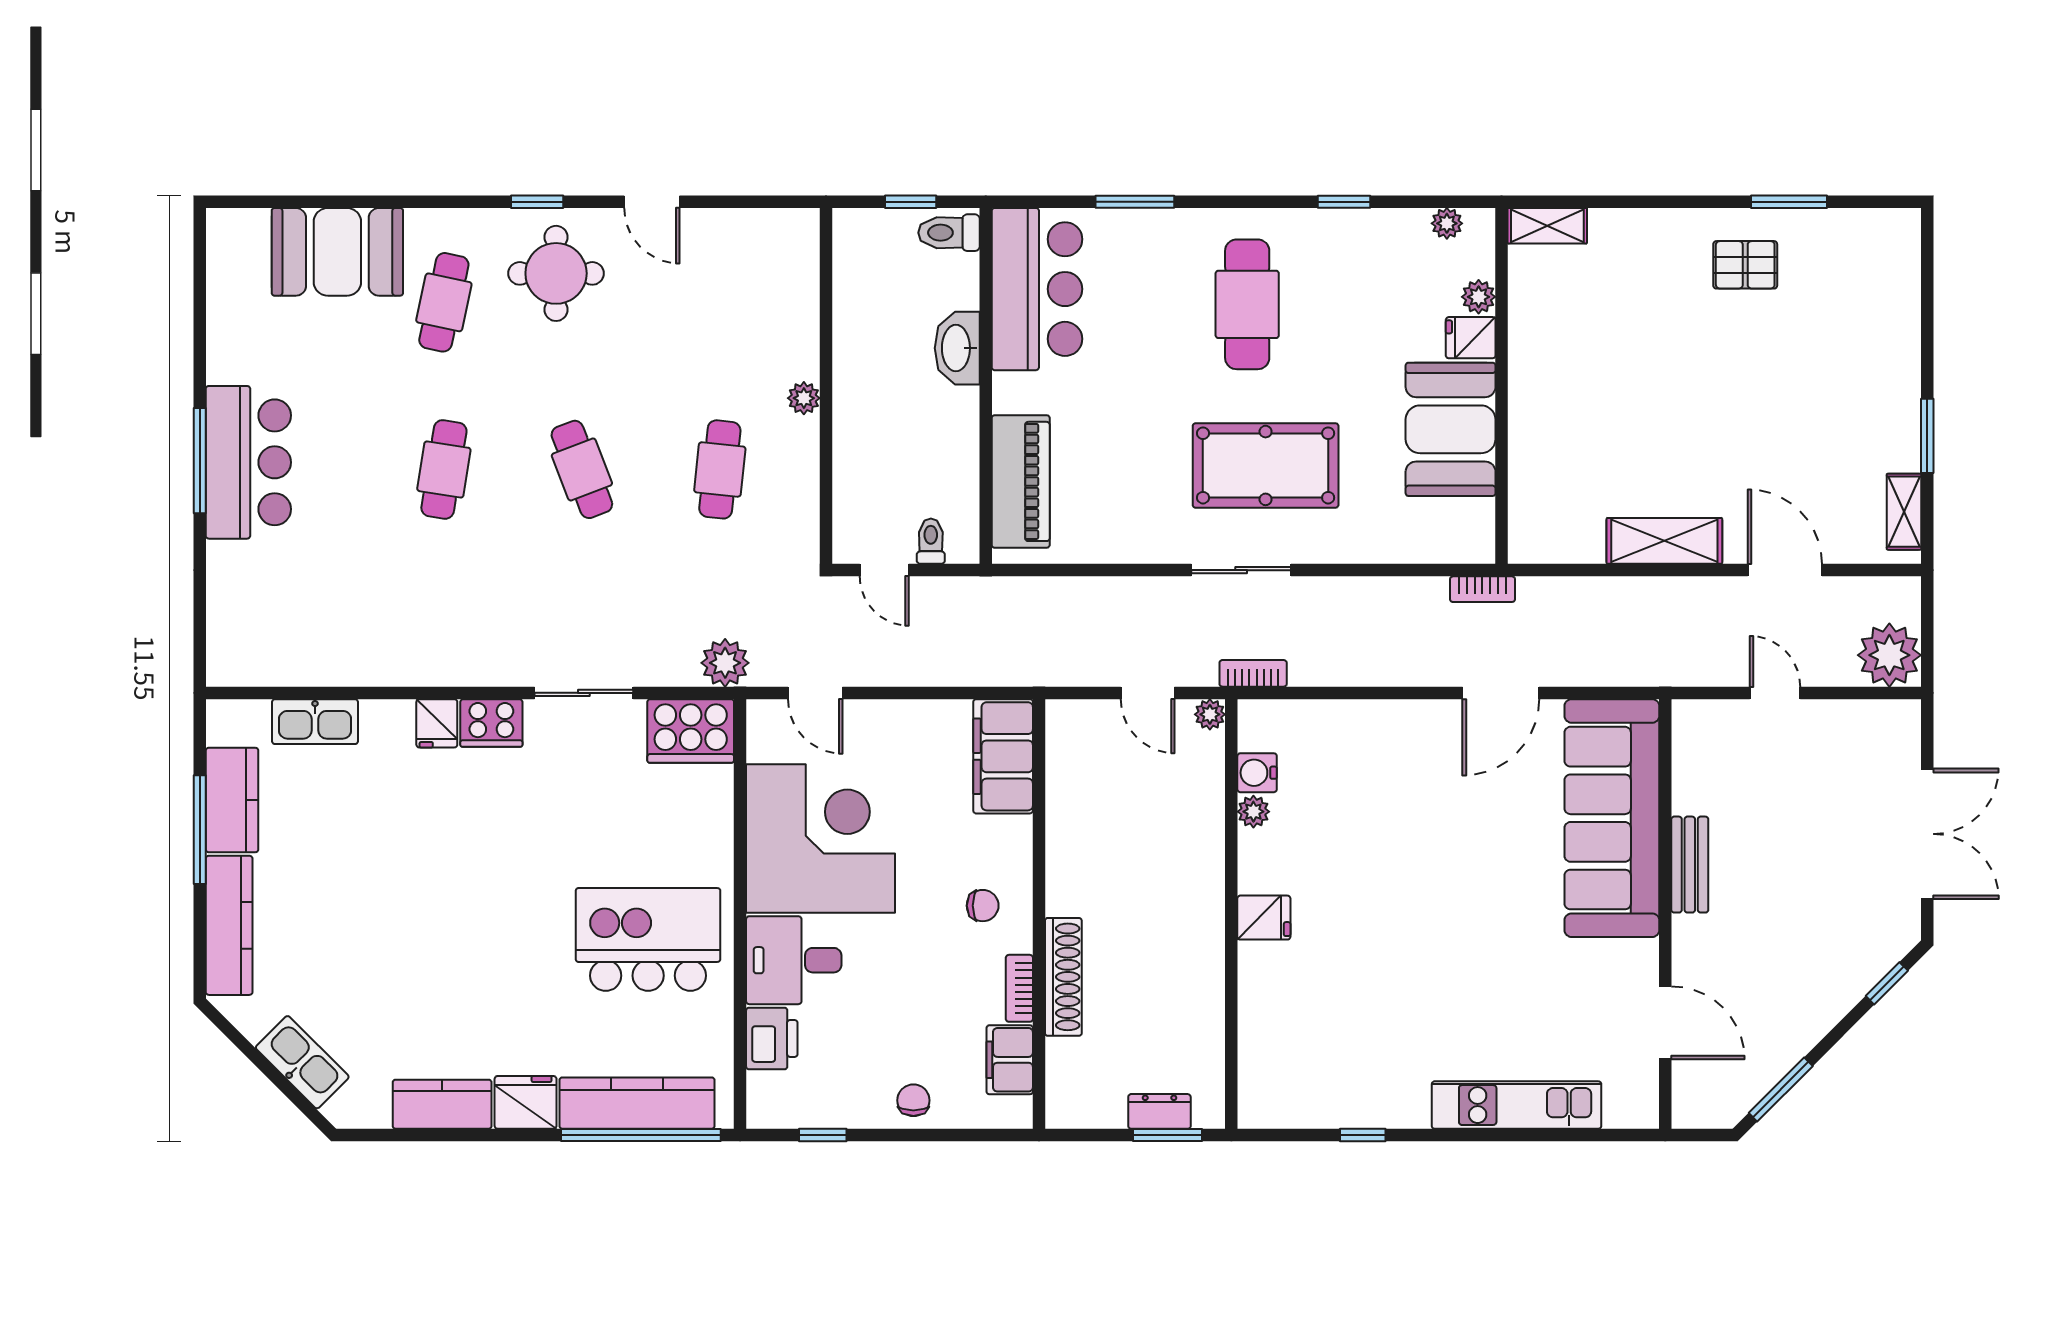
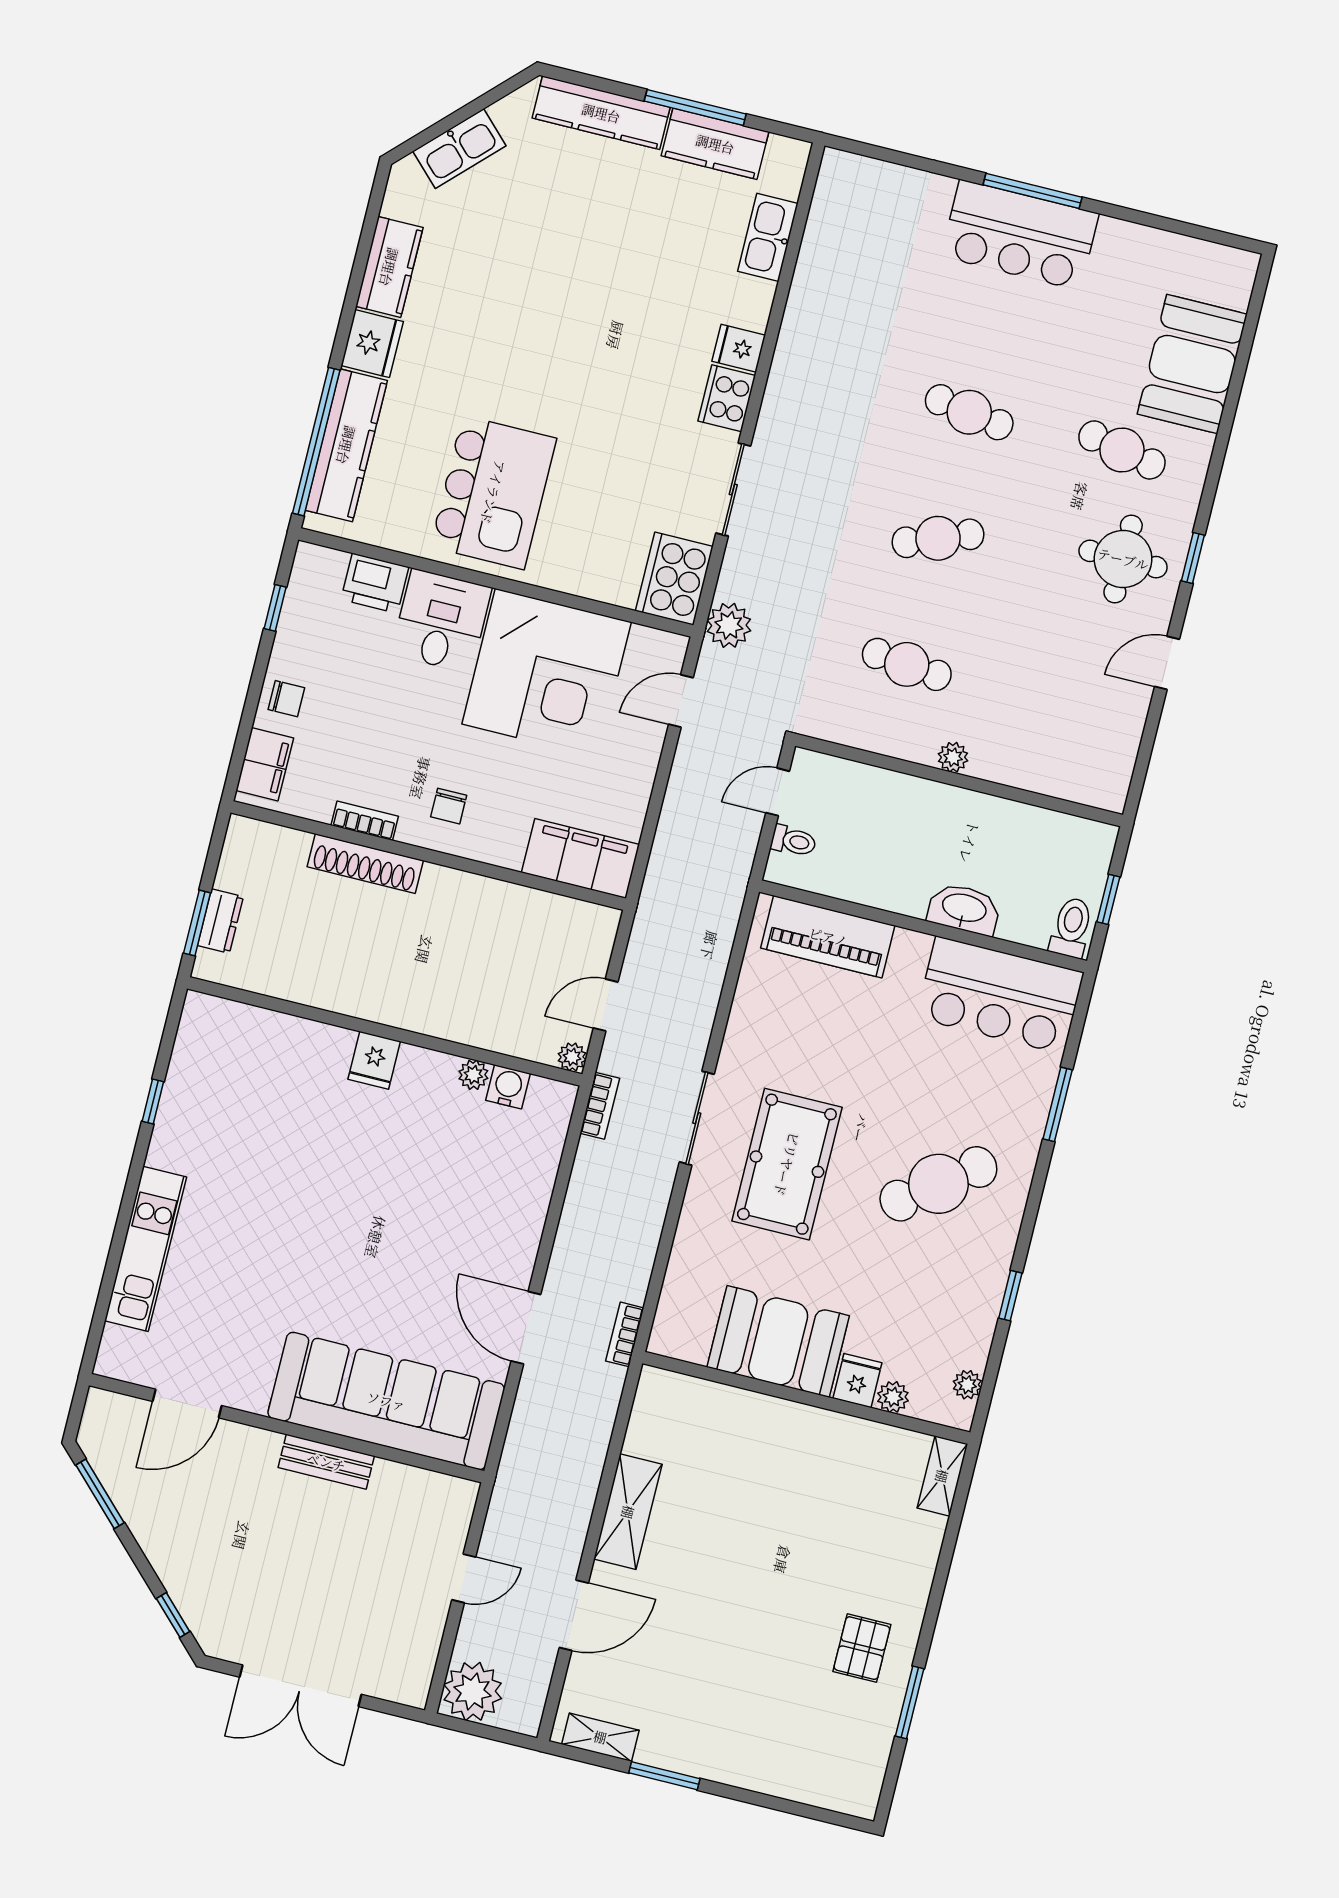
cafe table: (1247, 304) -> (938, 1184), turned -37
filing cabinet: (1010, 1060) -> (265, 764), moved, turned 90

